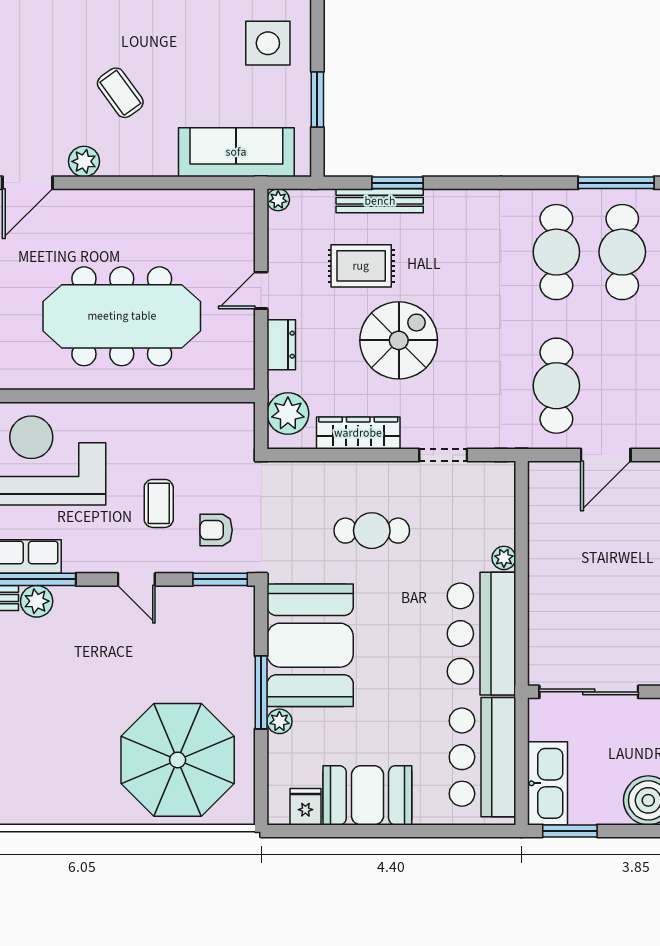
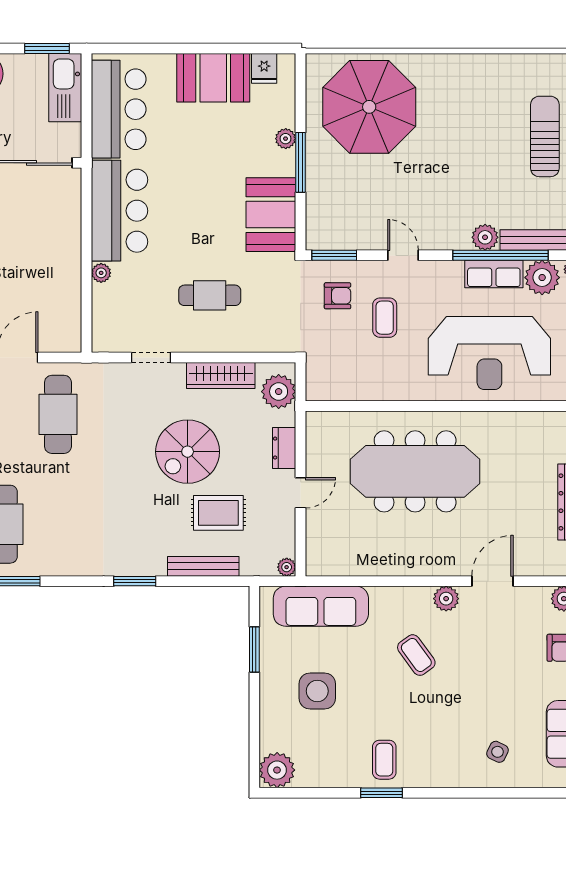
side table: (268, 43) -> (317, 691), moved
window: (397, 183) -> (135, 581), moved
cafe table: (556, 252) -> (58, 524), removed
booth: (310, 645) -> (271, 215), width x0.73, depth x0.70

